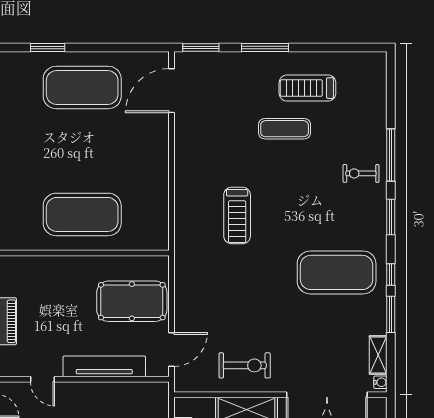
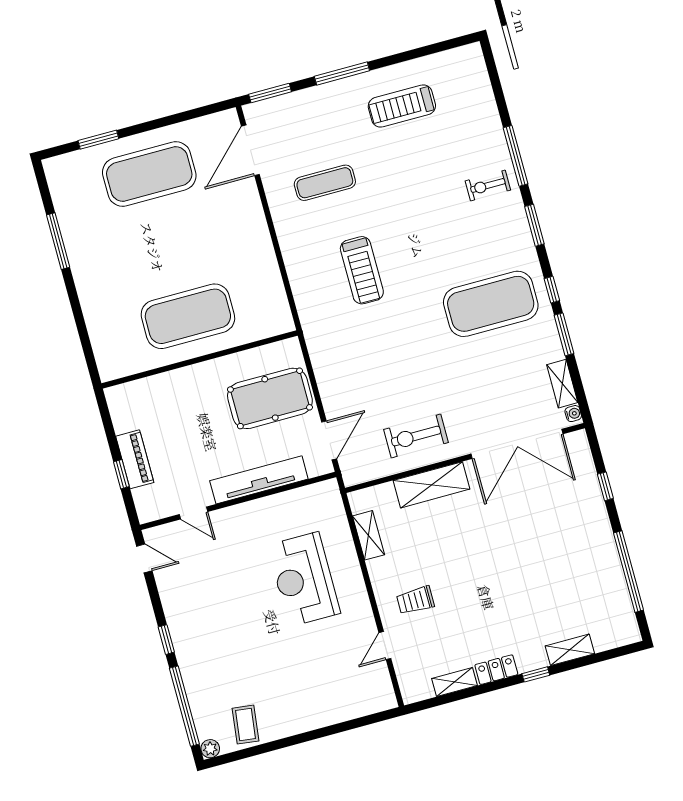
exercise mat: (285, 129) -> (325, 183), moved
exercise bike: (245, 365) -> (416, 436), turned 180

